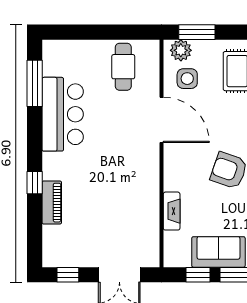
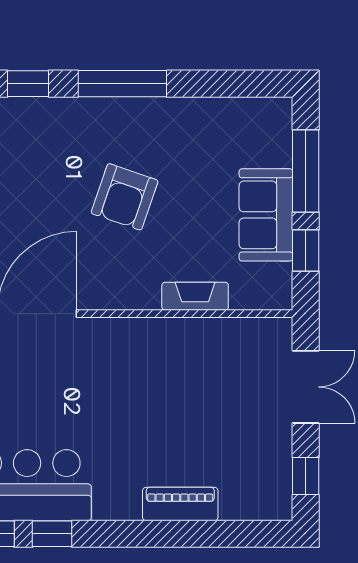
window: (35, 183) -> (52, 534), moved

